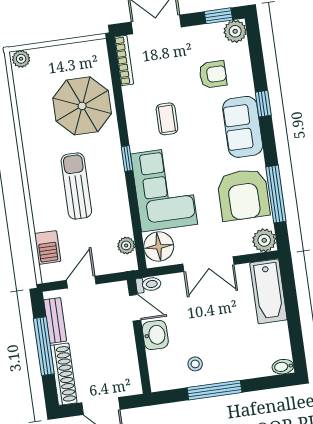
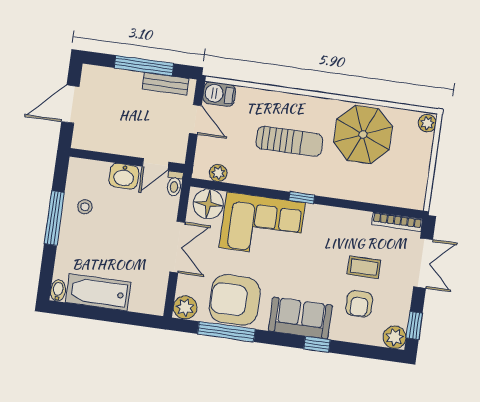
parasol: (82, 106) -> (363, 135), moved
coffee table: (167, 119) -> (364, 267), moved
barbecue: (48, 247) -> (219, 94), moved
double door: (208, 264) -> (177, 247), swing flipped
bathtub: (268, 291) -> (98, 292), moved
shoe rack: (64, 374) -> (111, 77), removed

